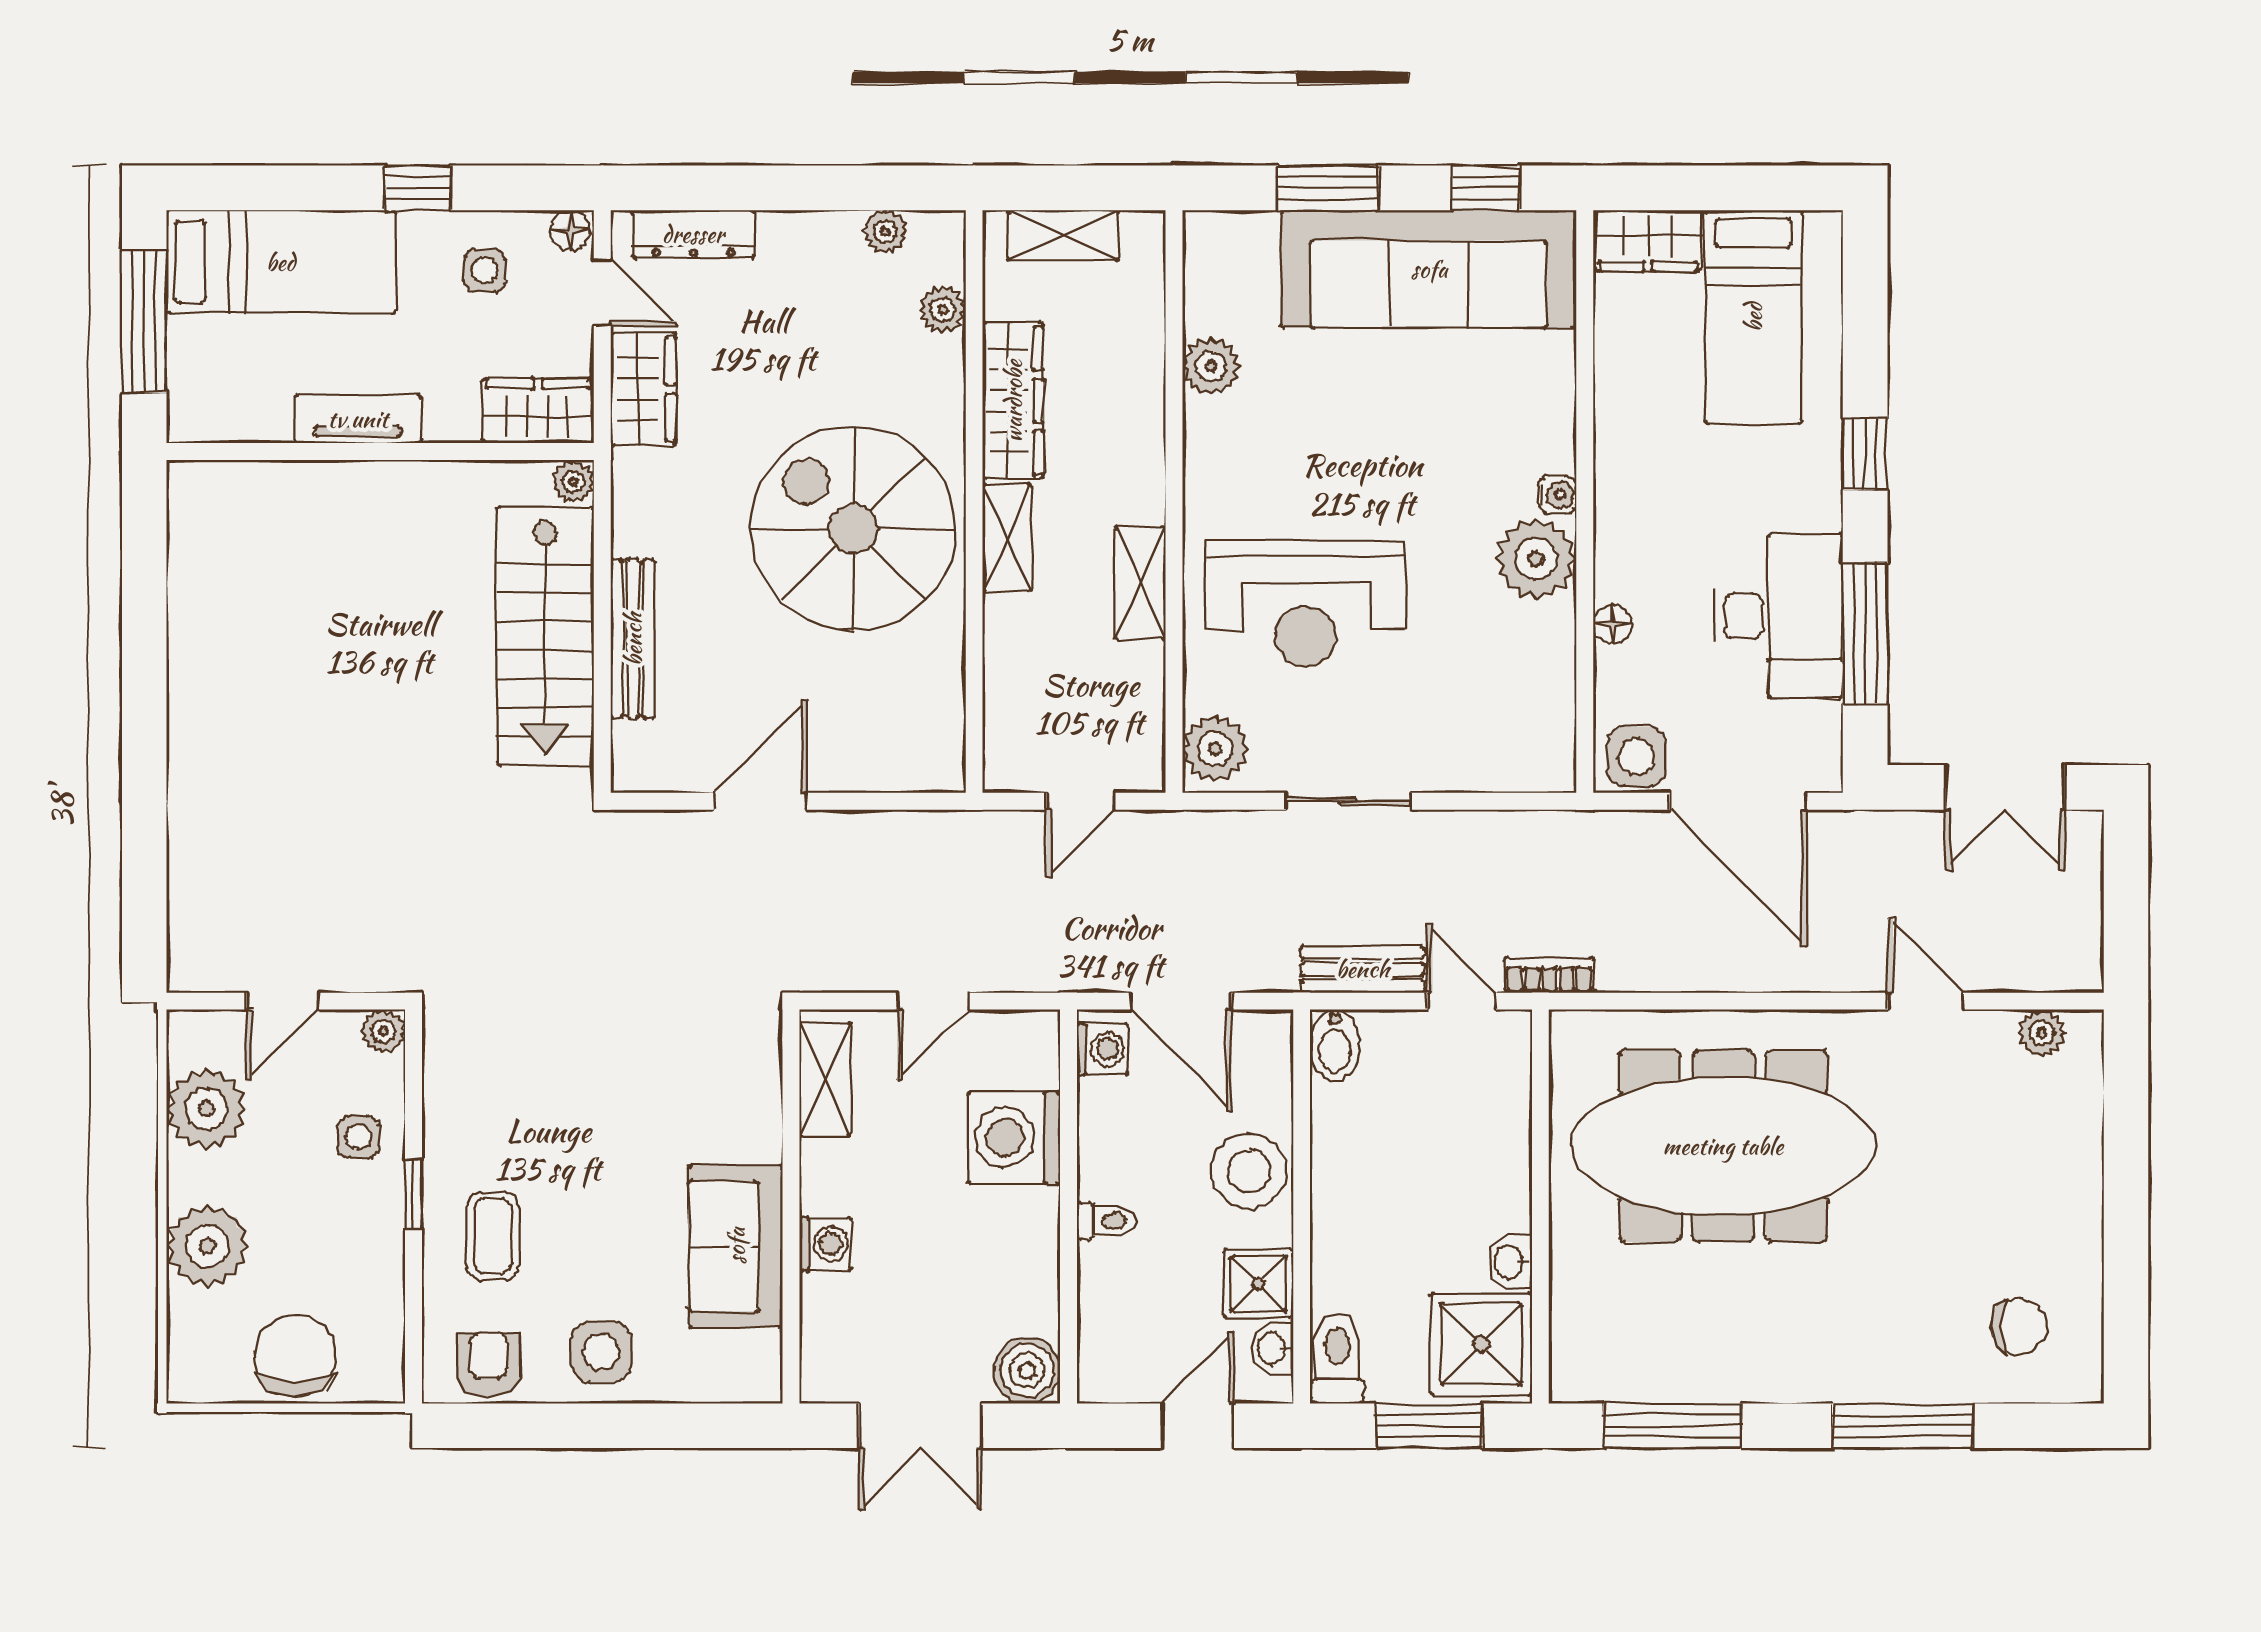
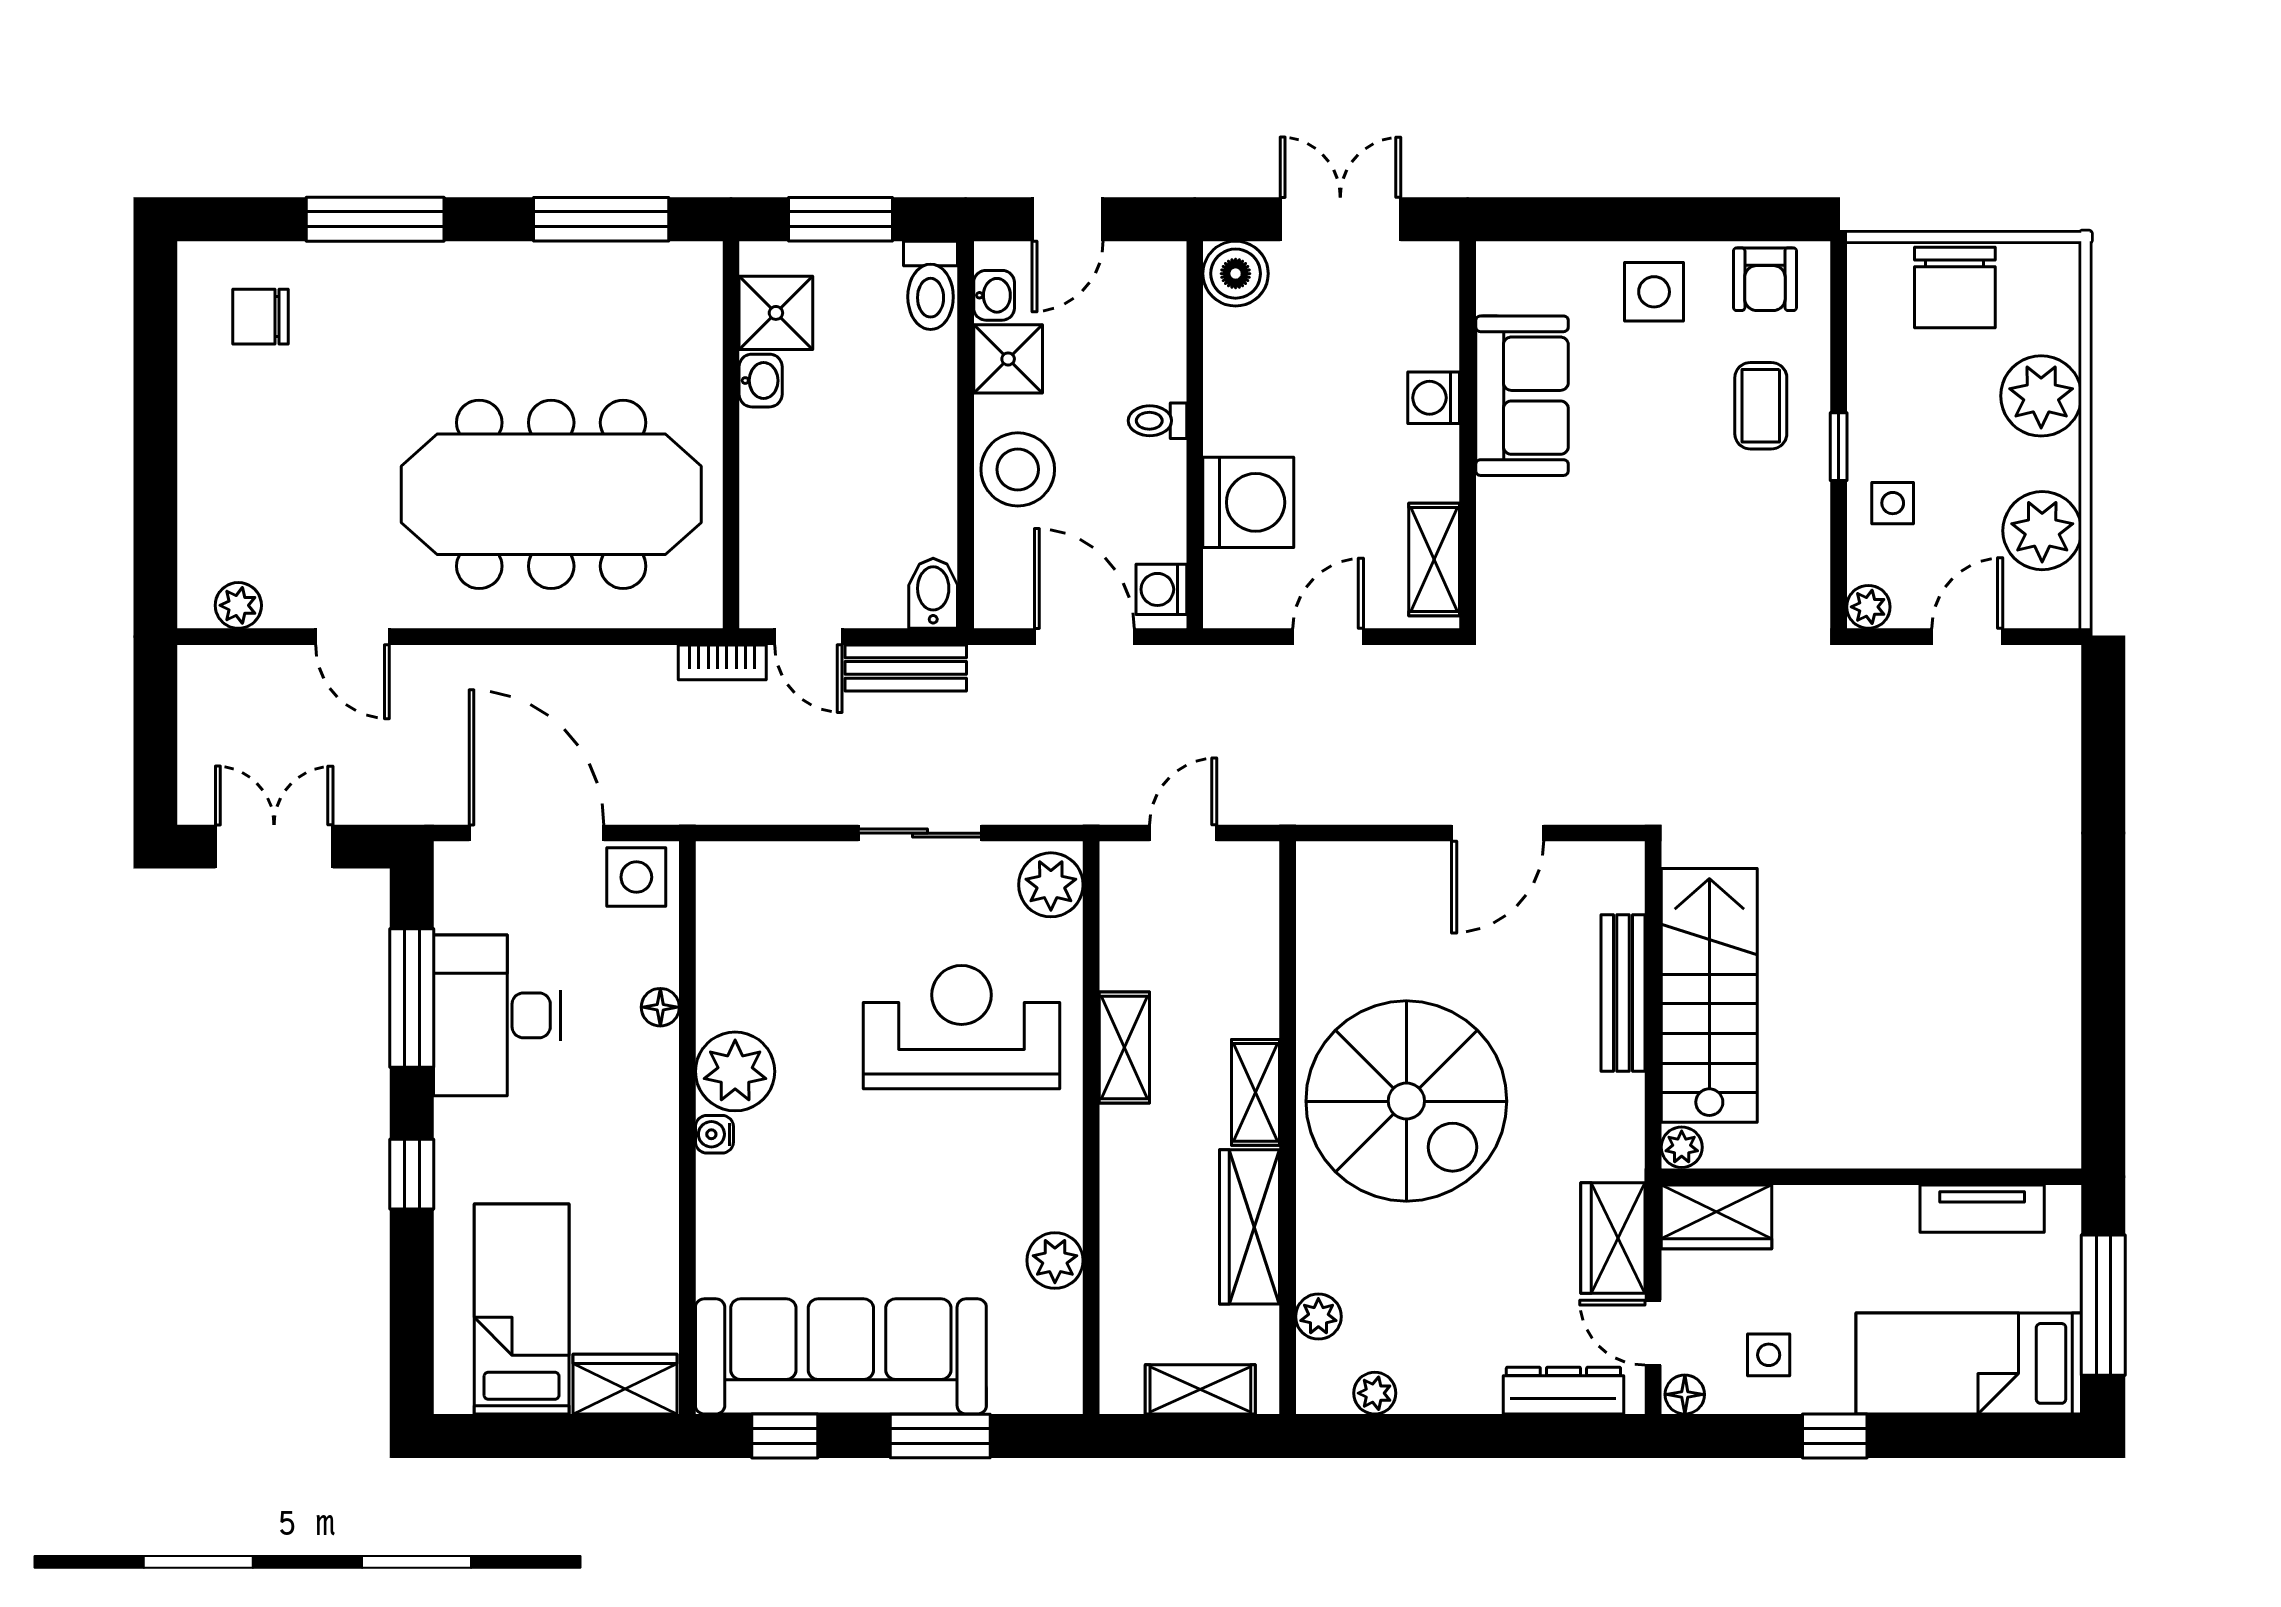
tv unit: (358, 419) -> (1982, 1209), moved
shower: (1481, 1344) -> (776, 313), width x0.73, depth x0.73

